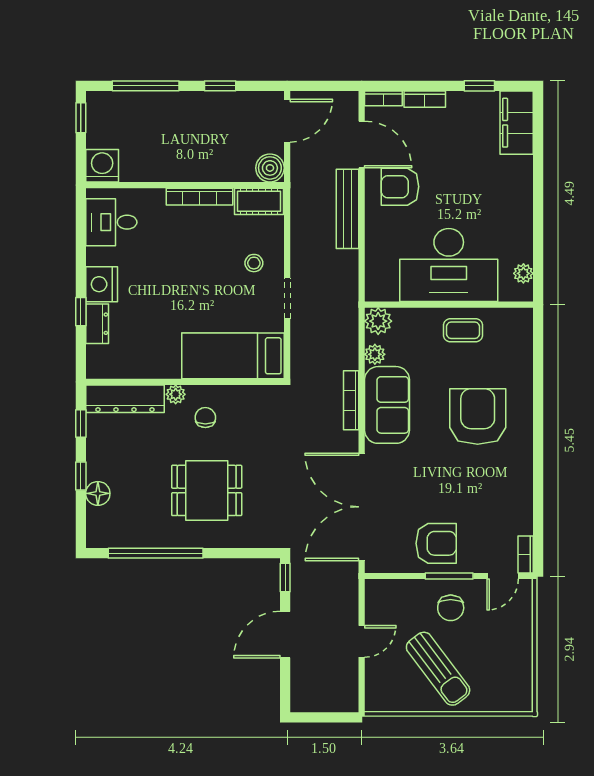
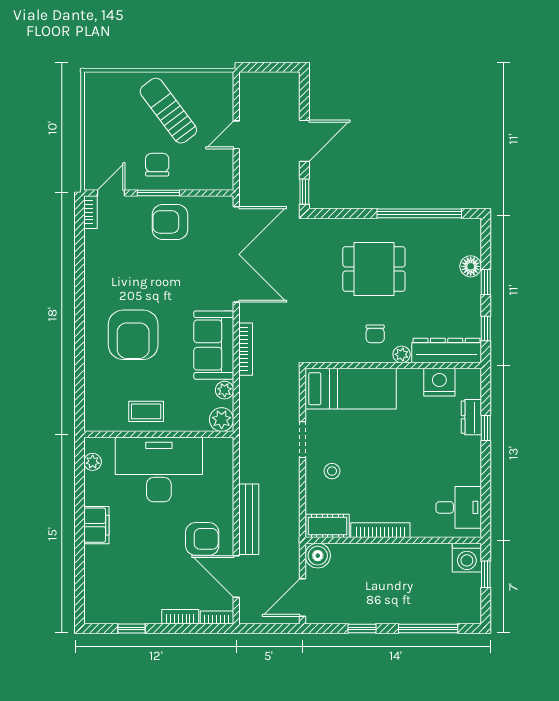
window: (81, 118) -> (486, 574), moved
filing cabinet: (517, 123) -> (96, 525), moved, width x0.67, depth x0.86
nightstand: (102, 284) -> (439, 382), moved, turned -90

